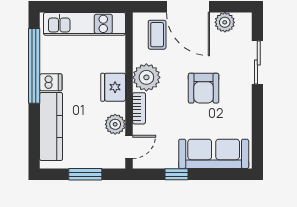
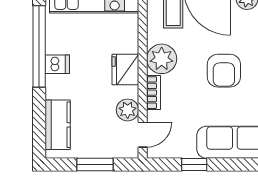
kitchen counter: (51, 126) -> (58, 125), width x0.67

